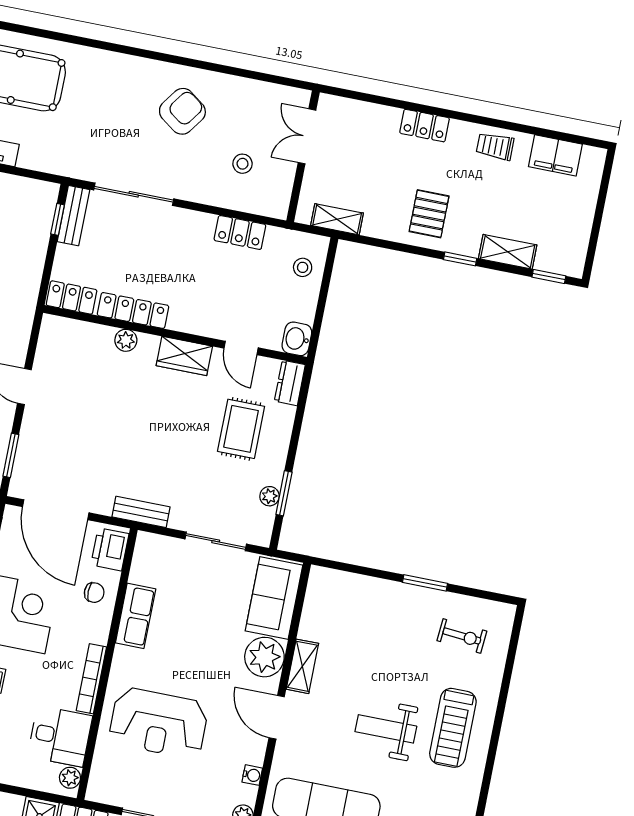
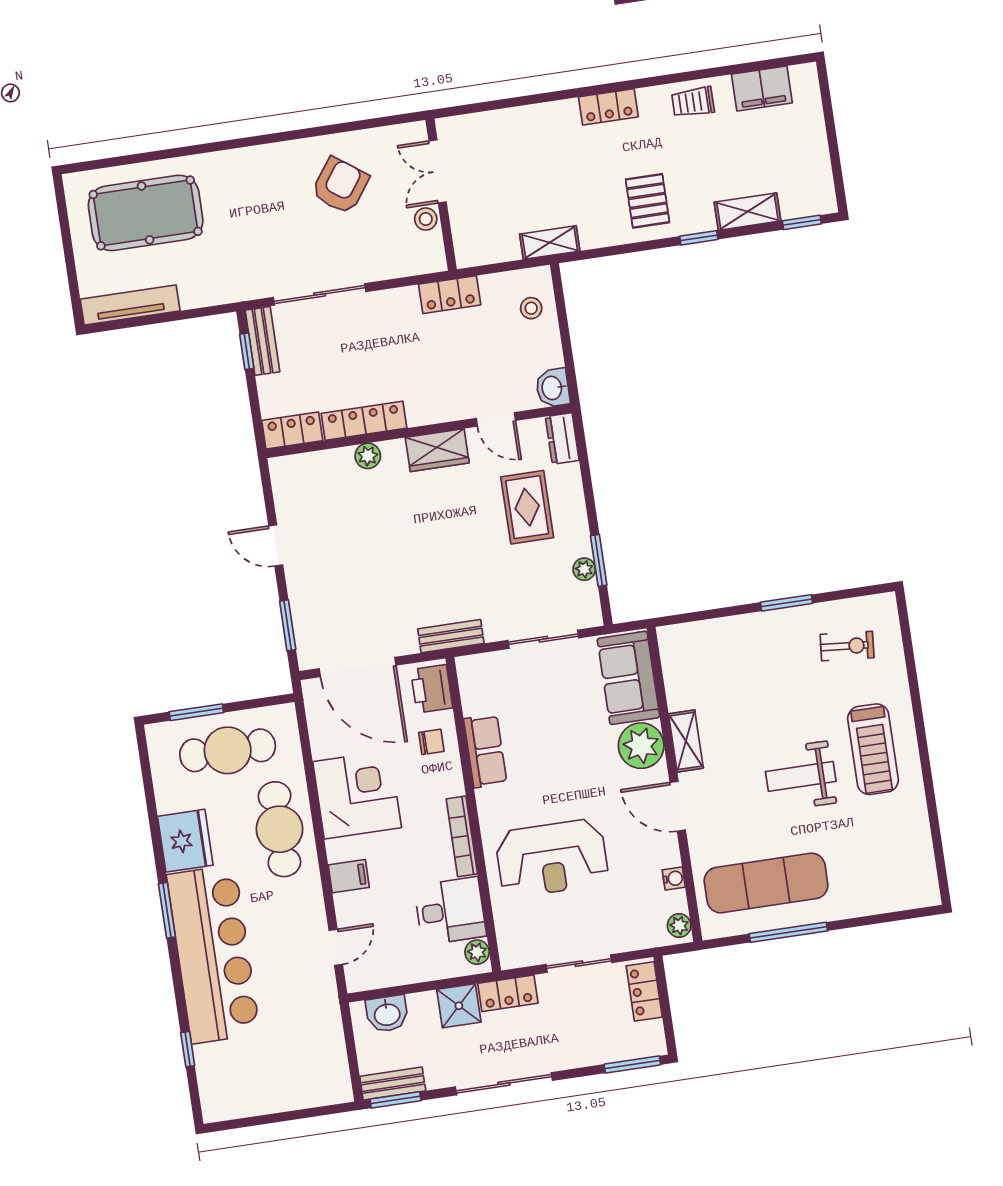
double door: (307, 136) -> (438, 171), moved
wall: (303, 156) -> (441, 195), moved

